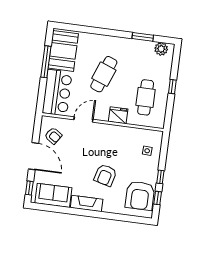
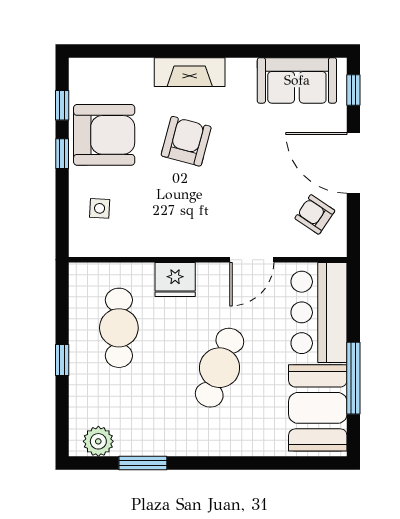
armchair: (140, 196) -> (104, 135), moved, turned 90
fireplace: (87, 203) -> (190, 72), moved

